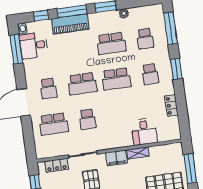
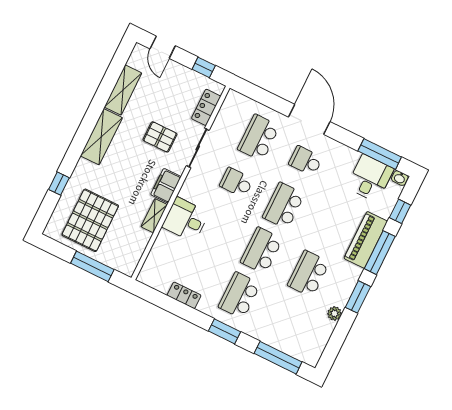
school desk: (145, 39) -> (286, 319), removed
school desk: (150, 74) -> (239, 295), width x1.85
desk: (144, 132) -> (185, 220), moved

